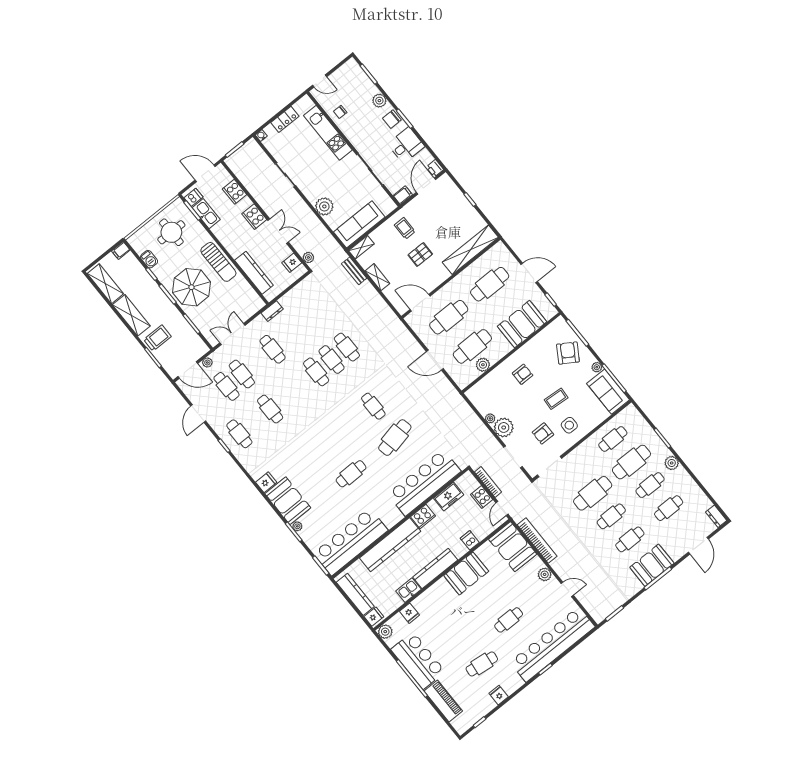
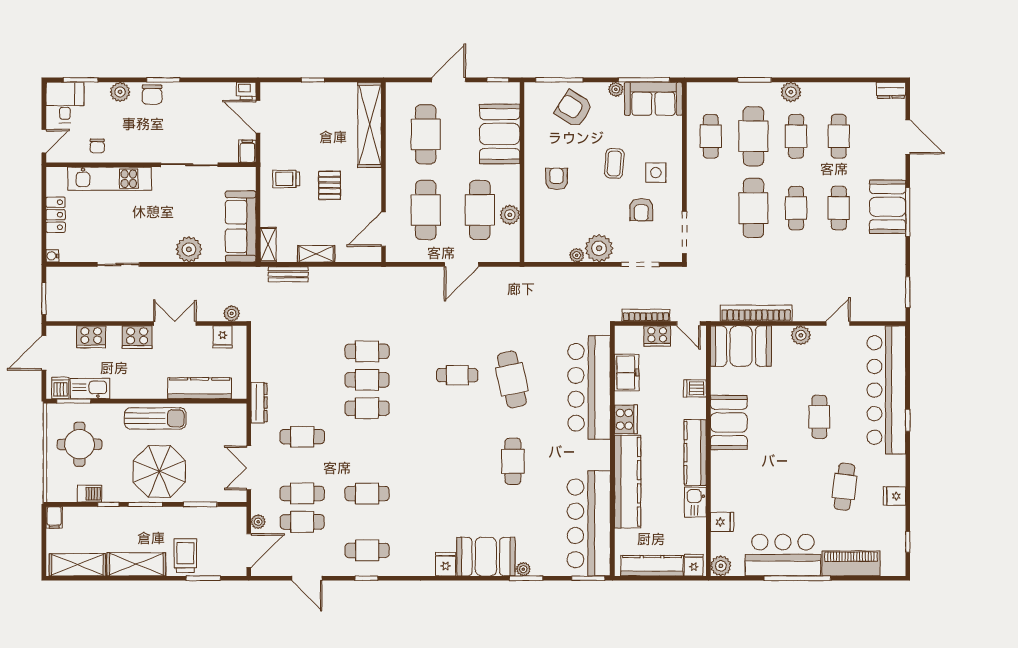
desk: (406, 145) -> (65, 102), moved
dresser: (272, 311) -> (259, 403), width x1.44

